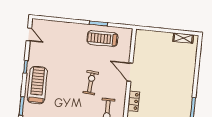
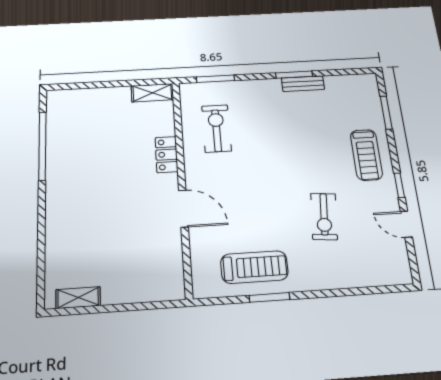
door: (29, 34) -> (406, 224), moved
exercise bike: (91, 83) -> (324, 217), moved
treadmill: (37, 85) -> (366, 155), width x0.73, depth x0.73

